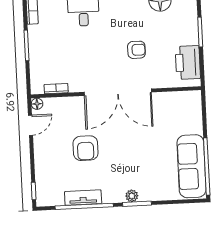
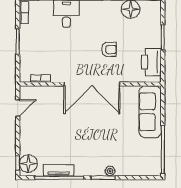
floor lamp: (37, 104) -> (28, 164), moved, width x1.89, depth x1.89
armchair: (86, 148) -> (63, 129), removed
sofa: (191, 166) -> (150, 112), moved
plant: (132, 196) -> (110, 171), moved

